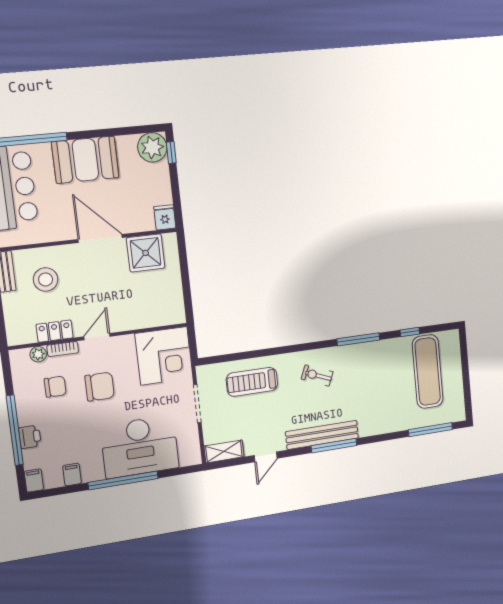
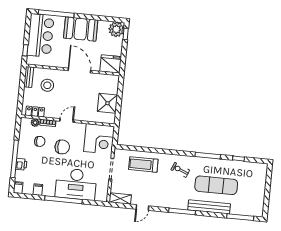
fridge: (165, 217) -> (111, 64), width x1.88, depth x1.34
shower: (146, 253) -> (107, 103), moved
locker: (55, 331) -> (35, 112), moved
exercise mat: (428, 372) -> (216, 185), moved, turned 90
bench: (322, 435) -> (209, 207), moved

